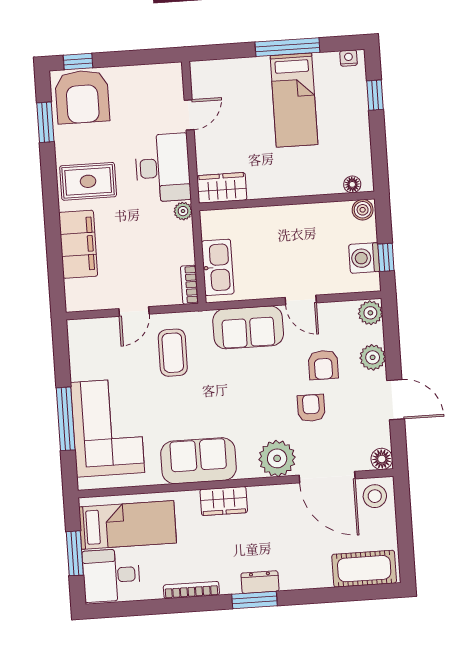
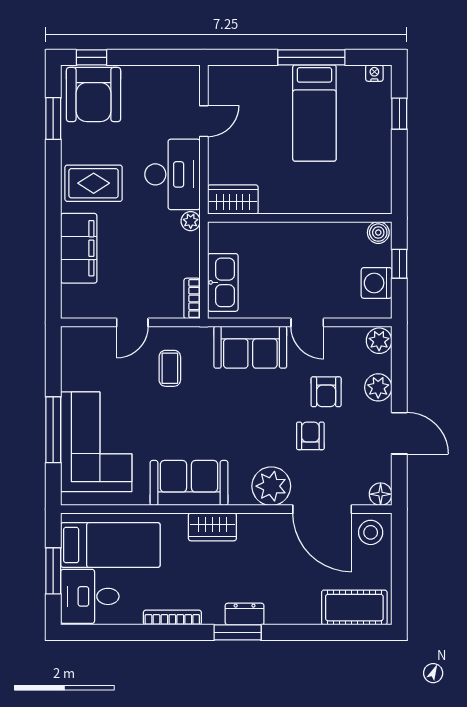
floor lamp: (352, 184) -> (369, 205), removed
window: (386, 257) -> (399, 264), moved
coffee table: (173, 353) -> (170, 368), width x0.73, depth x0.77

